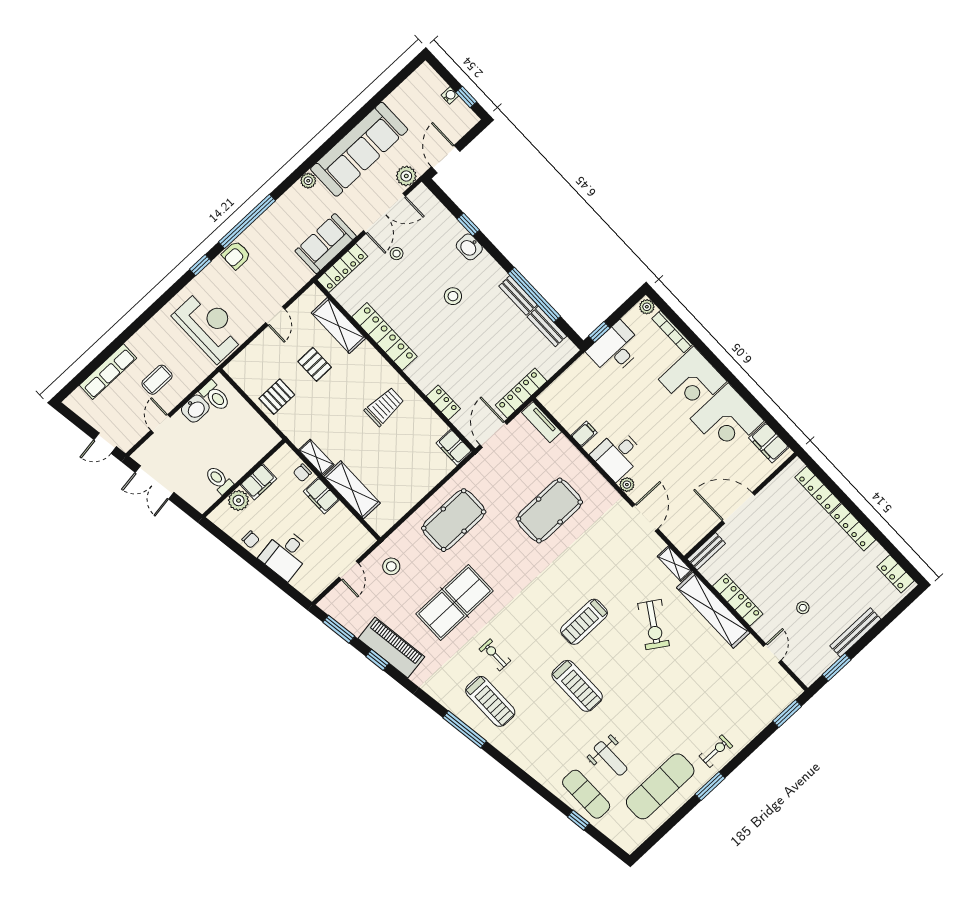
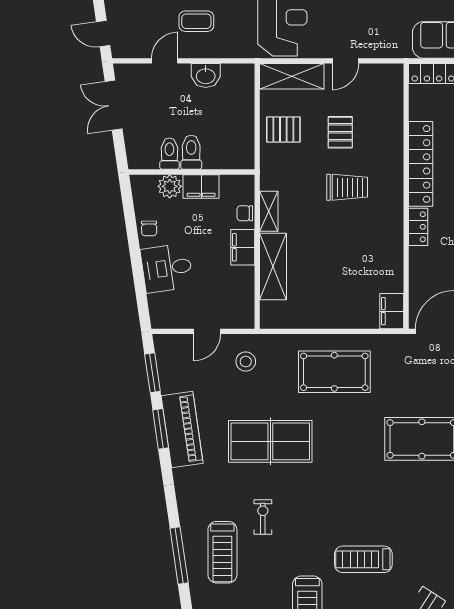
shelving: (338, 326) -> (292, 76), moved, turned 90
toilet: (215, 396) -> (191, 152), moved, turned 180
locker: (443, 402) -> (418, 227), moved
trolley: (384, 407) -> (347, 187), moved
window: (377, 660) -> (161, 429), width x1.50

